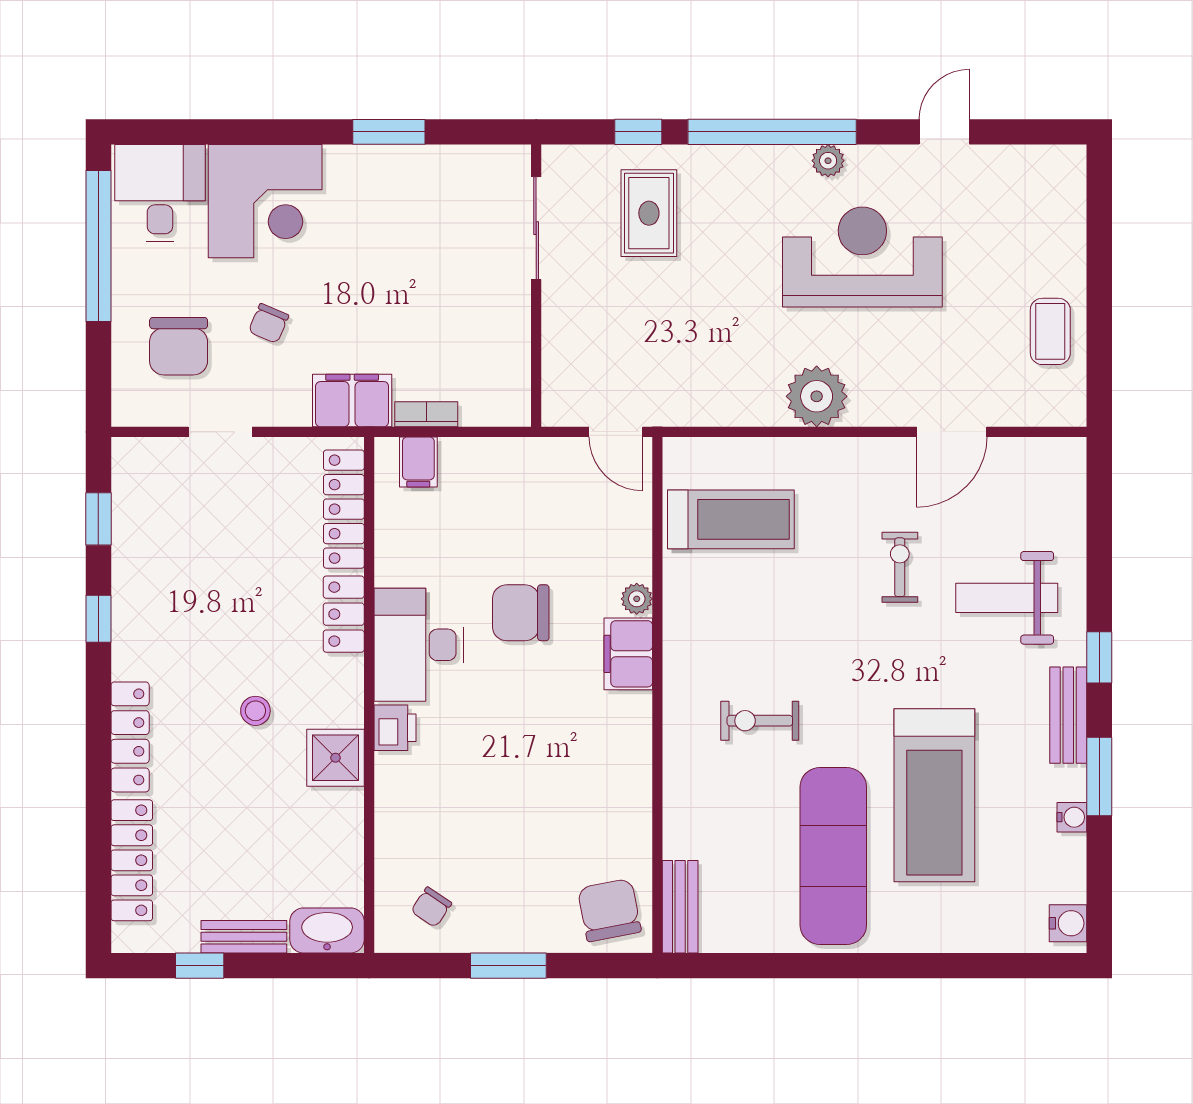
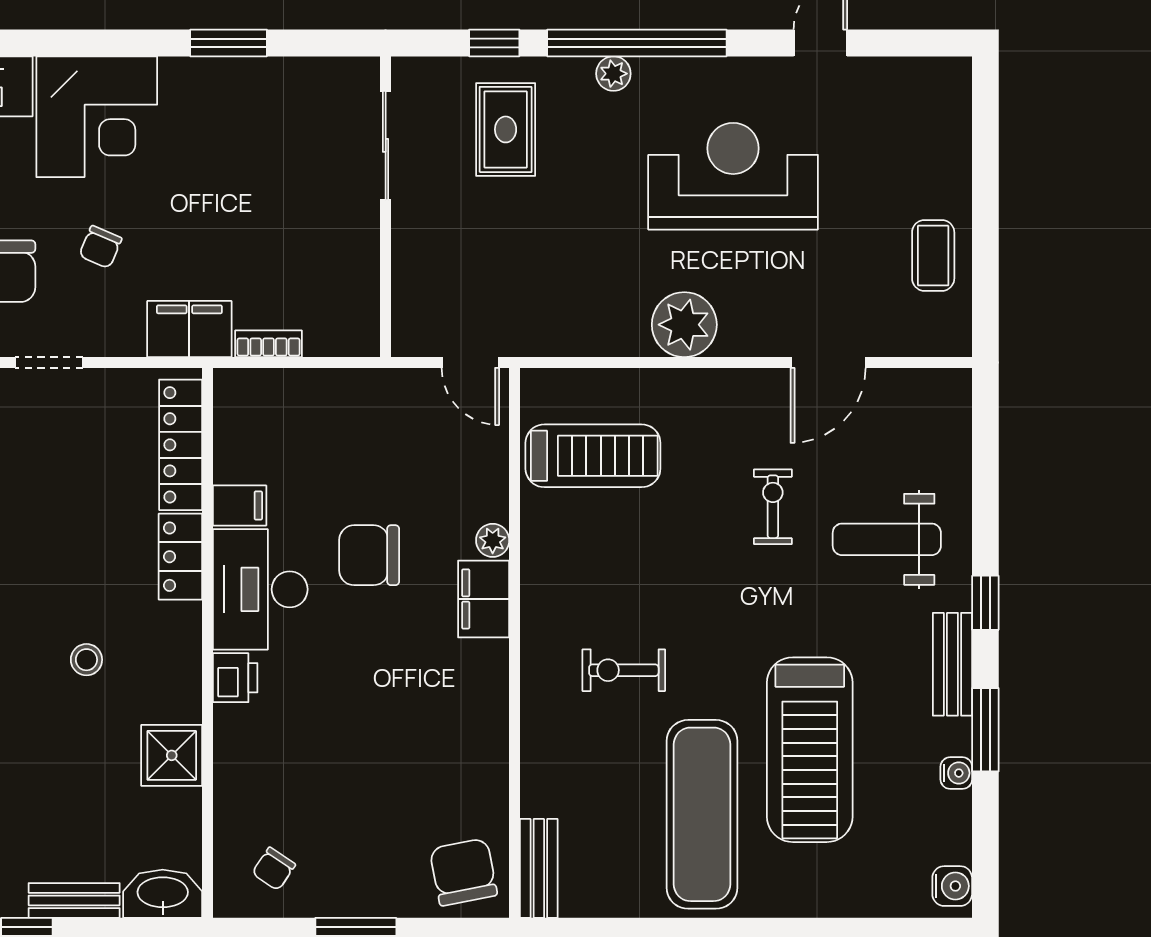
plant: (828, 161) -> (613, 74), moved
filing cabinet: (418, 462) -> (240, 505), moved, turned -90
shower: (335, 758) -> (172, 755), moved

